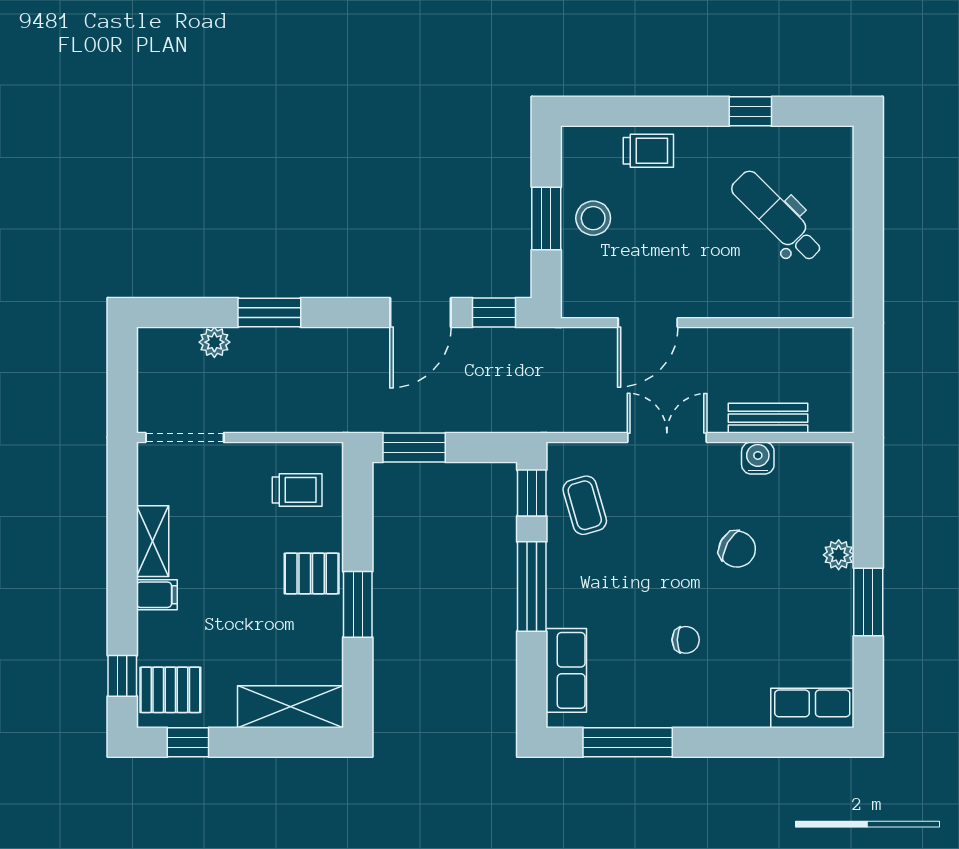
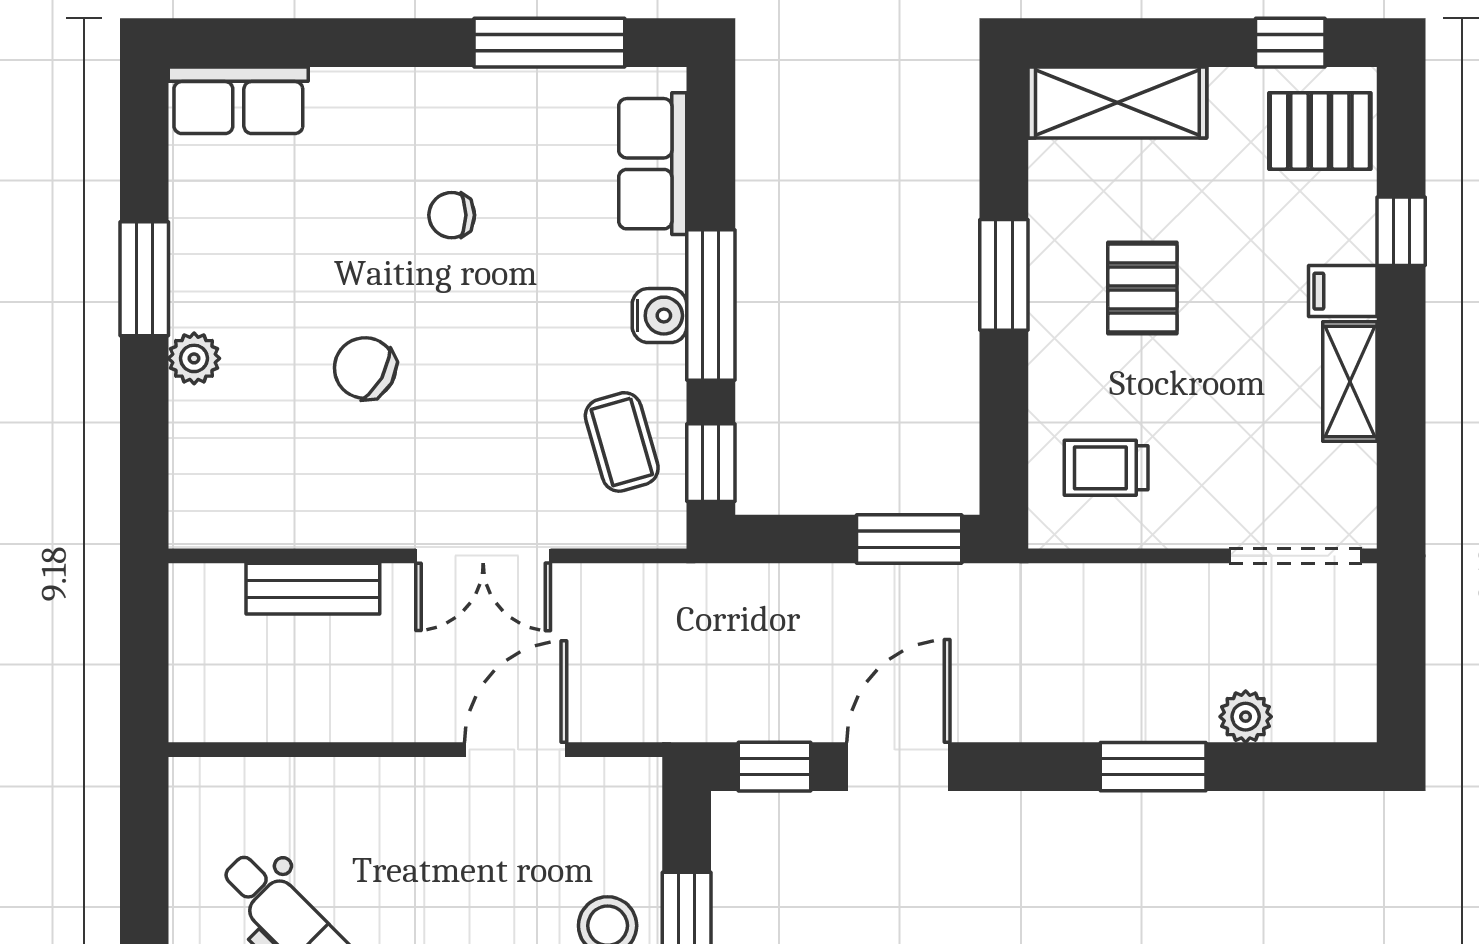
water cooler: (758, 458) -> (659, 316), moved, turned -90
pallet: (312, 573) -> (1142, 288), moved, turned 90
window: (122, 676) -> (1401, 231), moved

